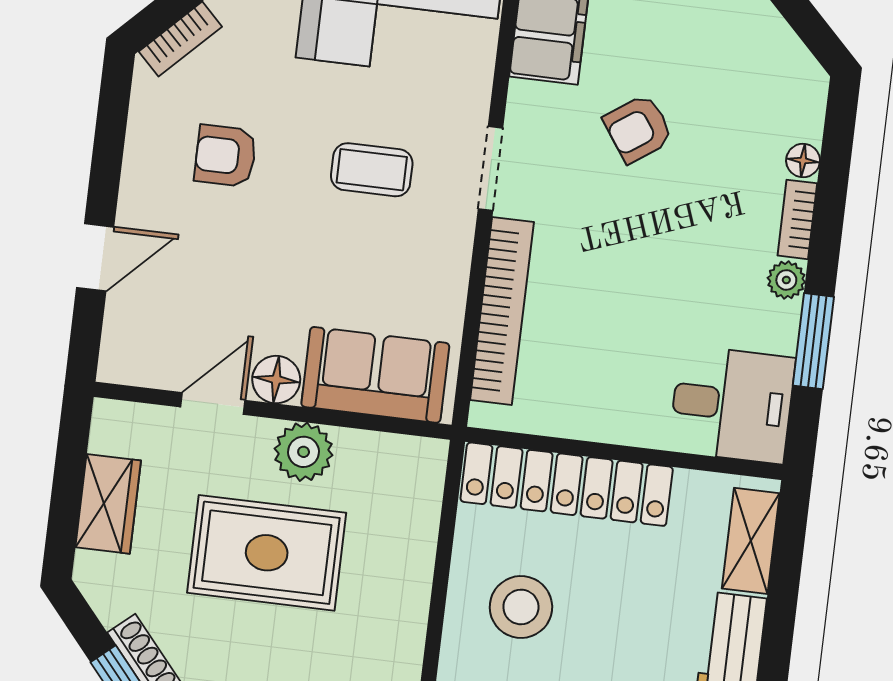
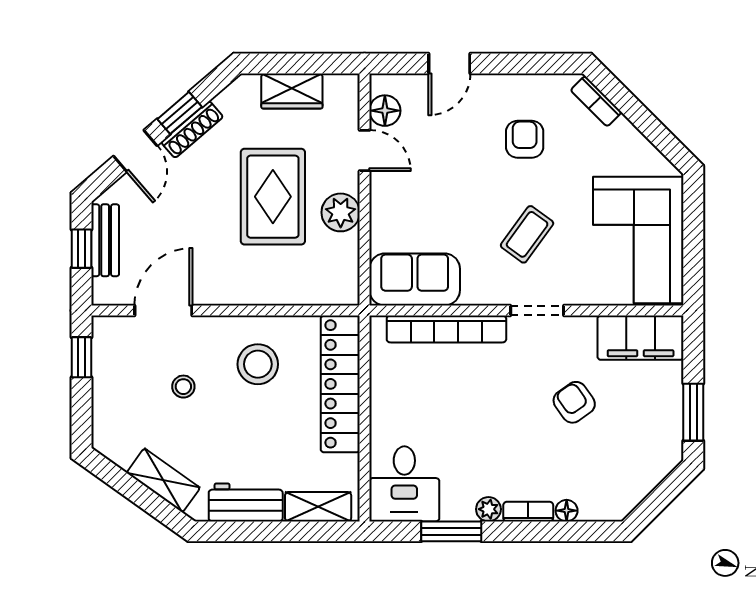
coffee table: (372, 170) -> (527, 234), turned 36
door: (95, 257) -> (449, 64), hinge flipped
sofa: (375, 375) -> (415, 279), moved, turned -90
floor lamp: (276, 380) -> (385, 111), moved

